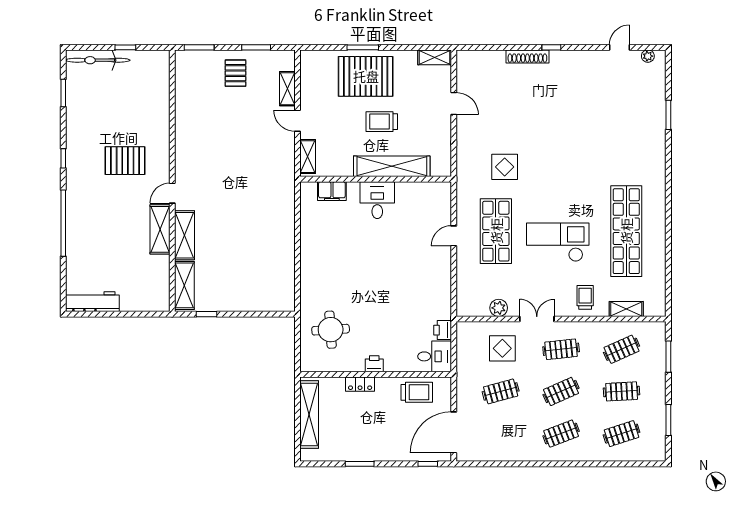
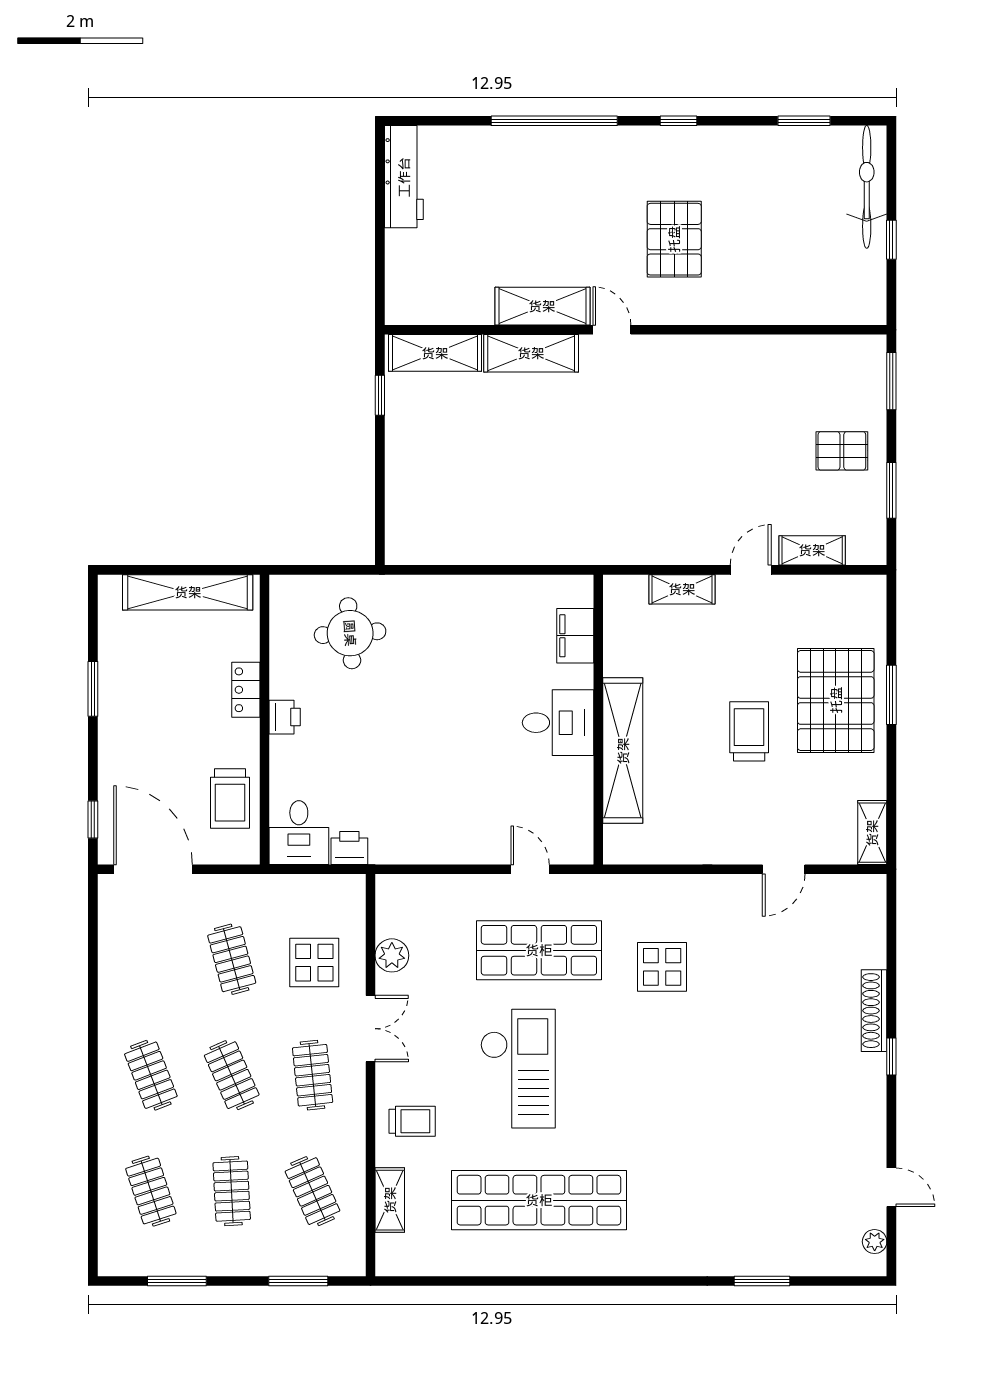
shelving: (392, 166) -> (623, 751), moved
wall: (376, 179) -> (598, 720), moved
filing cabinet: (332, 191) -> (575, 636), moved
desk: (377, 200) -> (558, 723), moved

